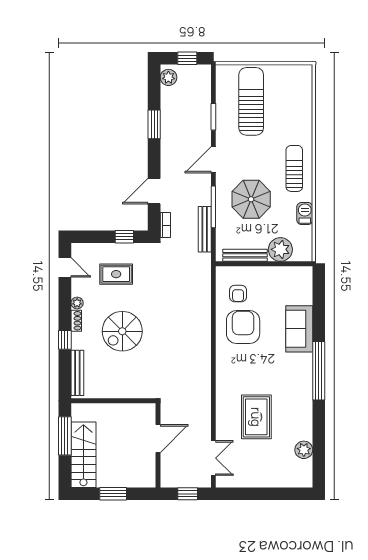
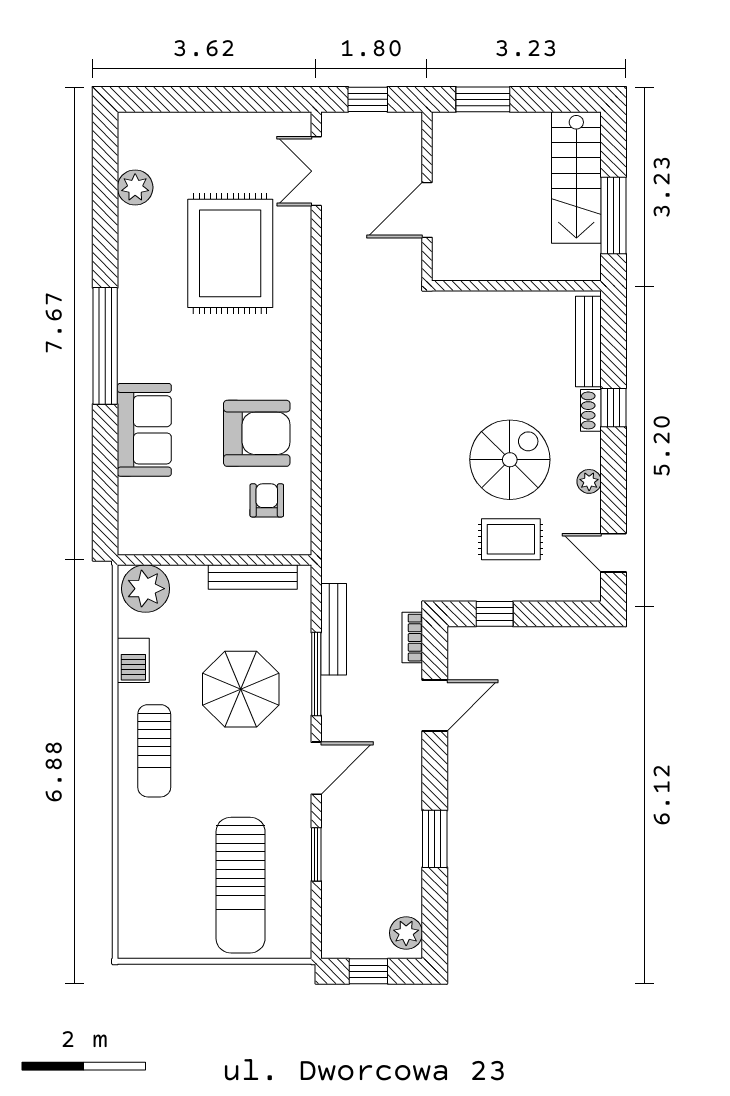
plant: (280, 249) -> (146, 589), moved
shoe rack: (76, 321) -> (591, 410), moved
armchair: (243, 327) -> (257, 433), turned -90
spiral stairs: (122, 331) -> (510, 460), moved
rug: (256, 417) -> (230, 253), width x1.37, depth x1.44
window: (113, 494) -> (483, 99), moved

